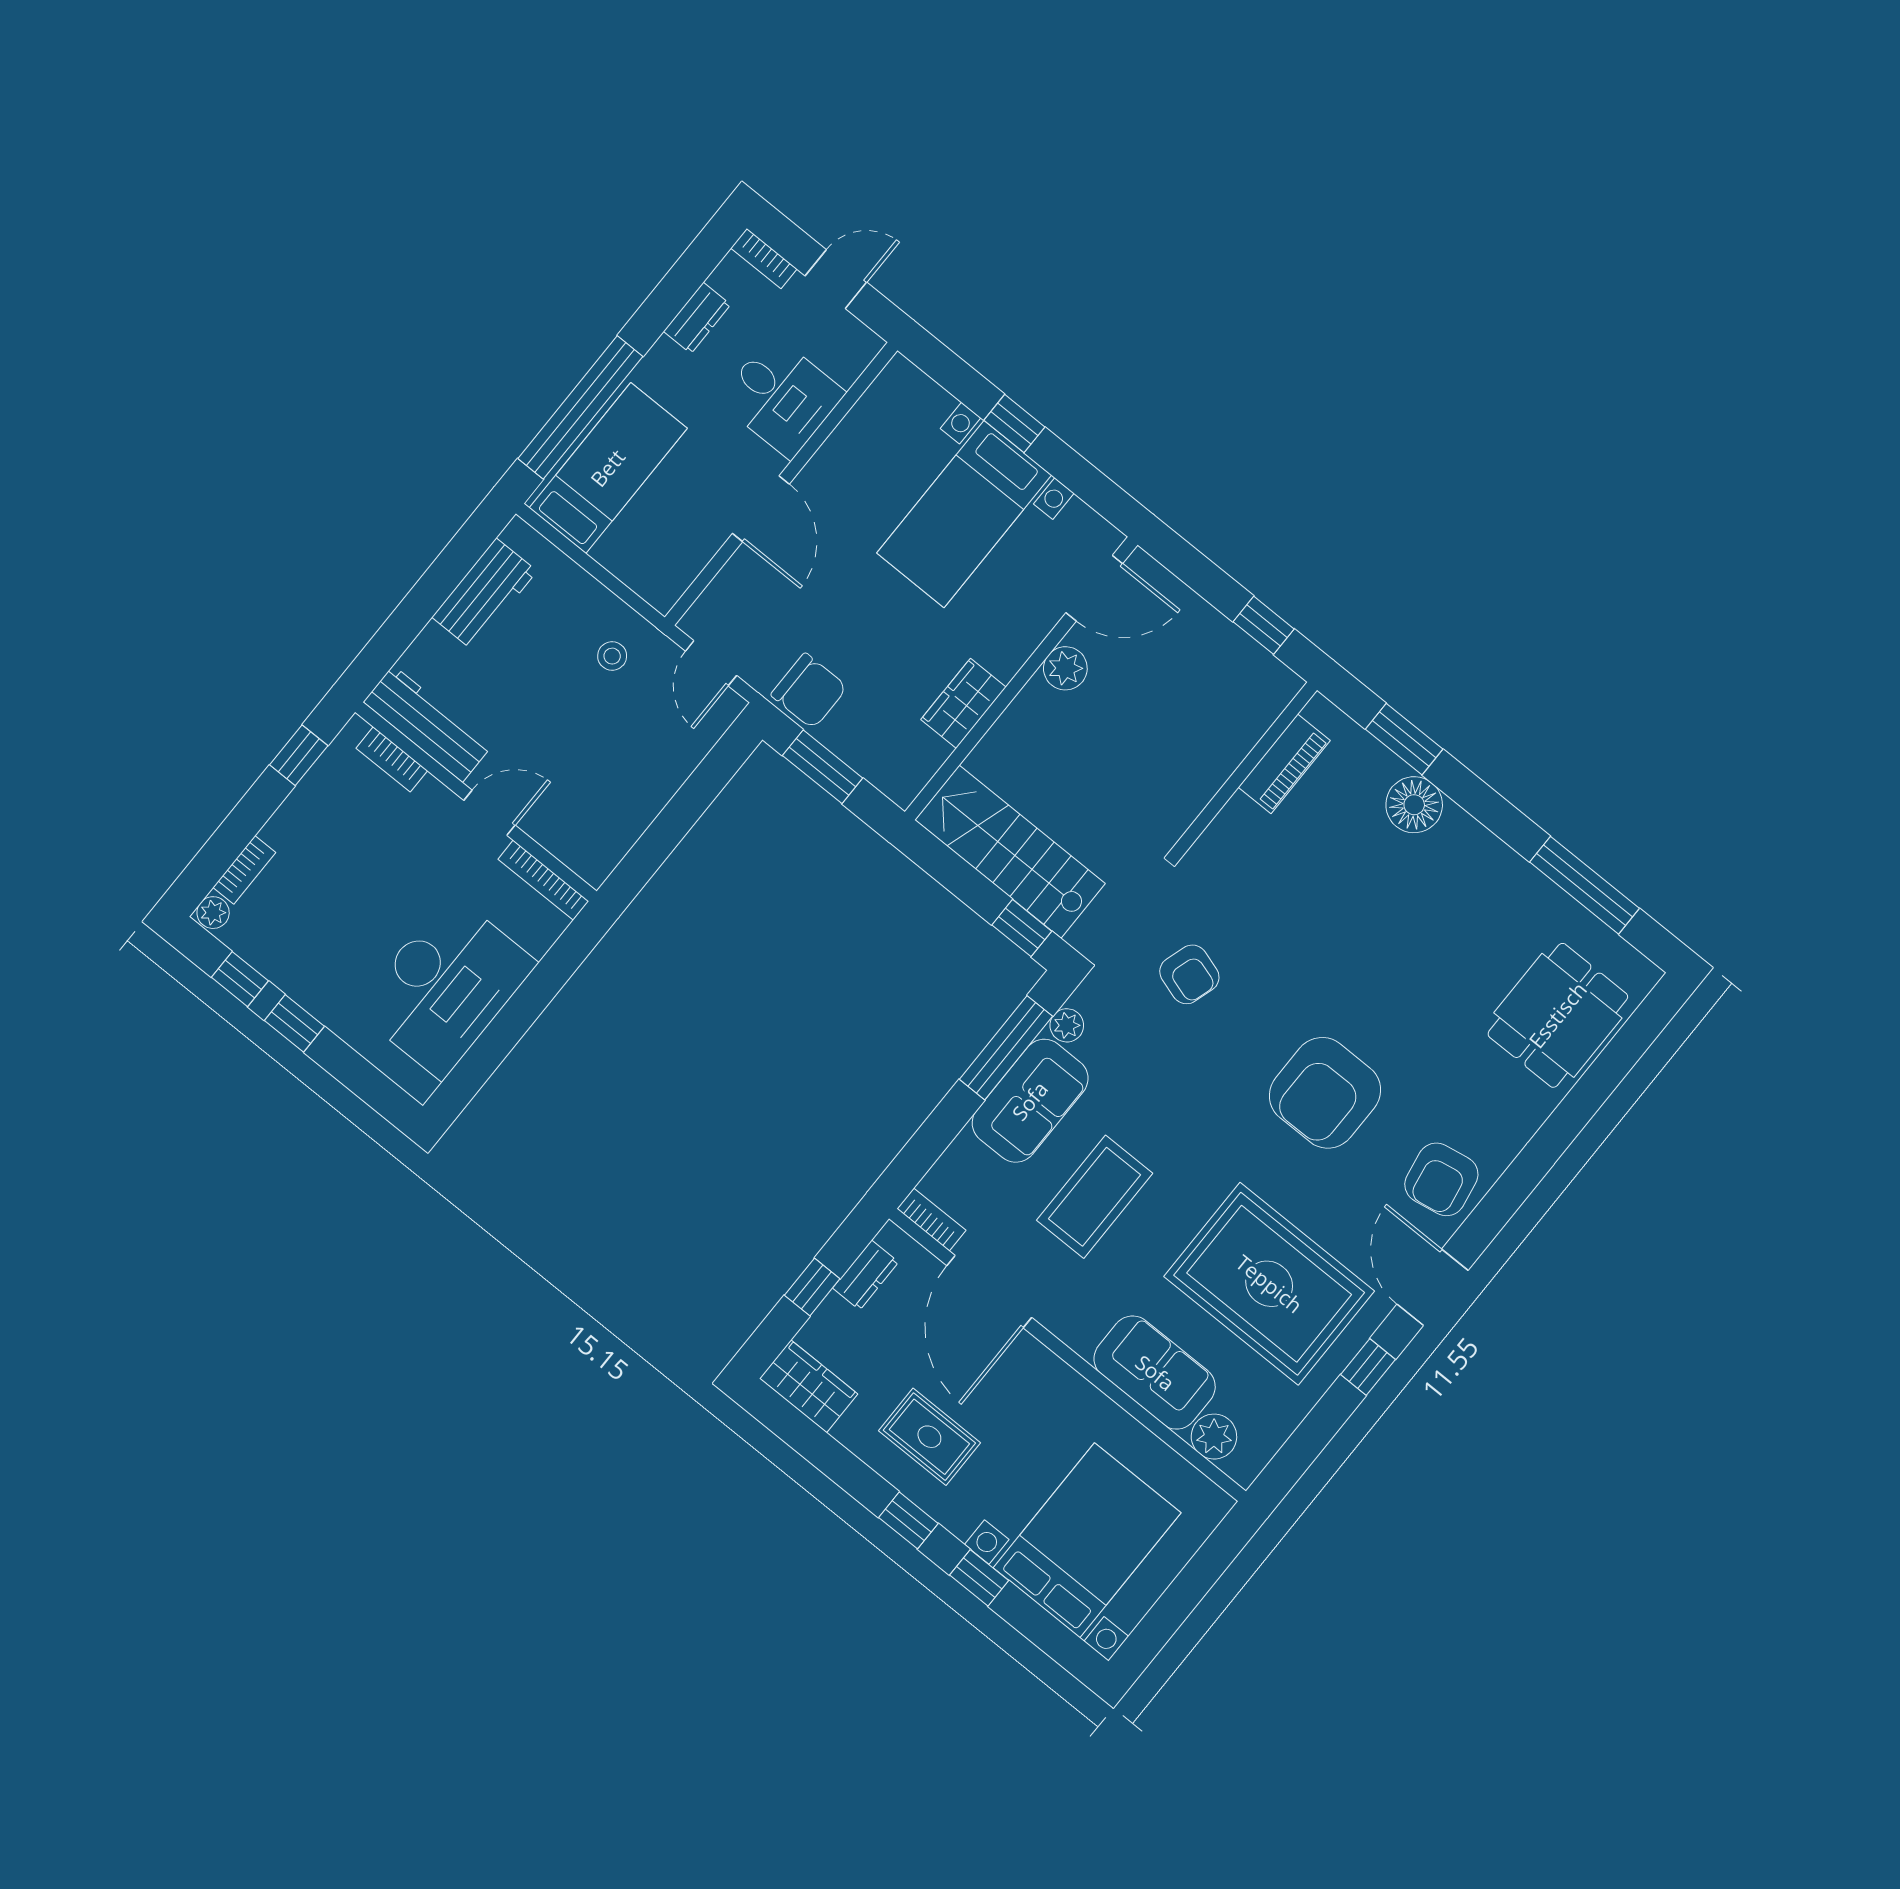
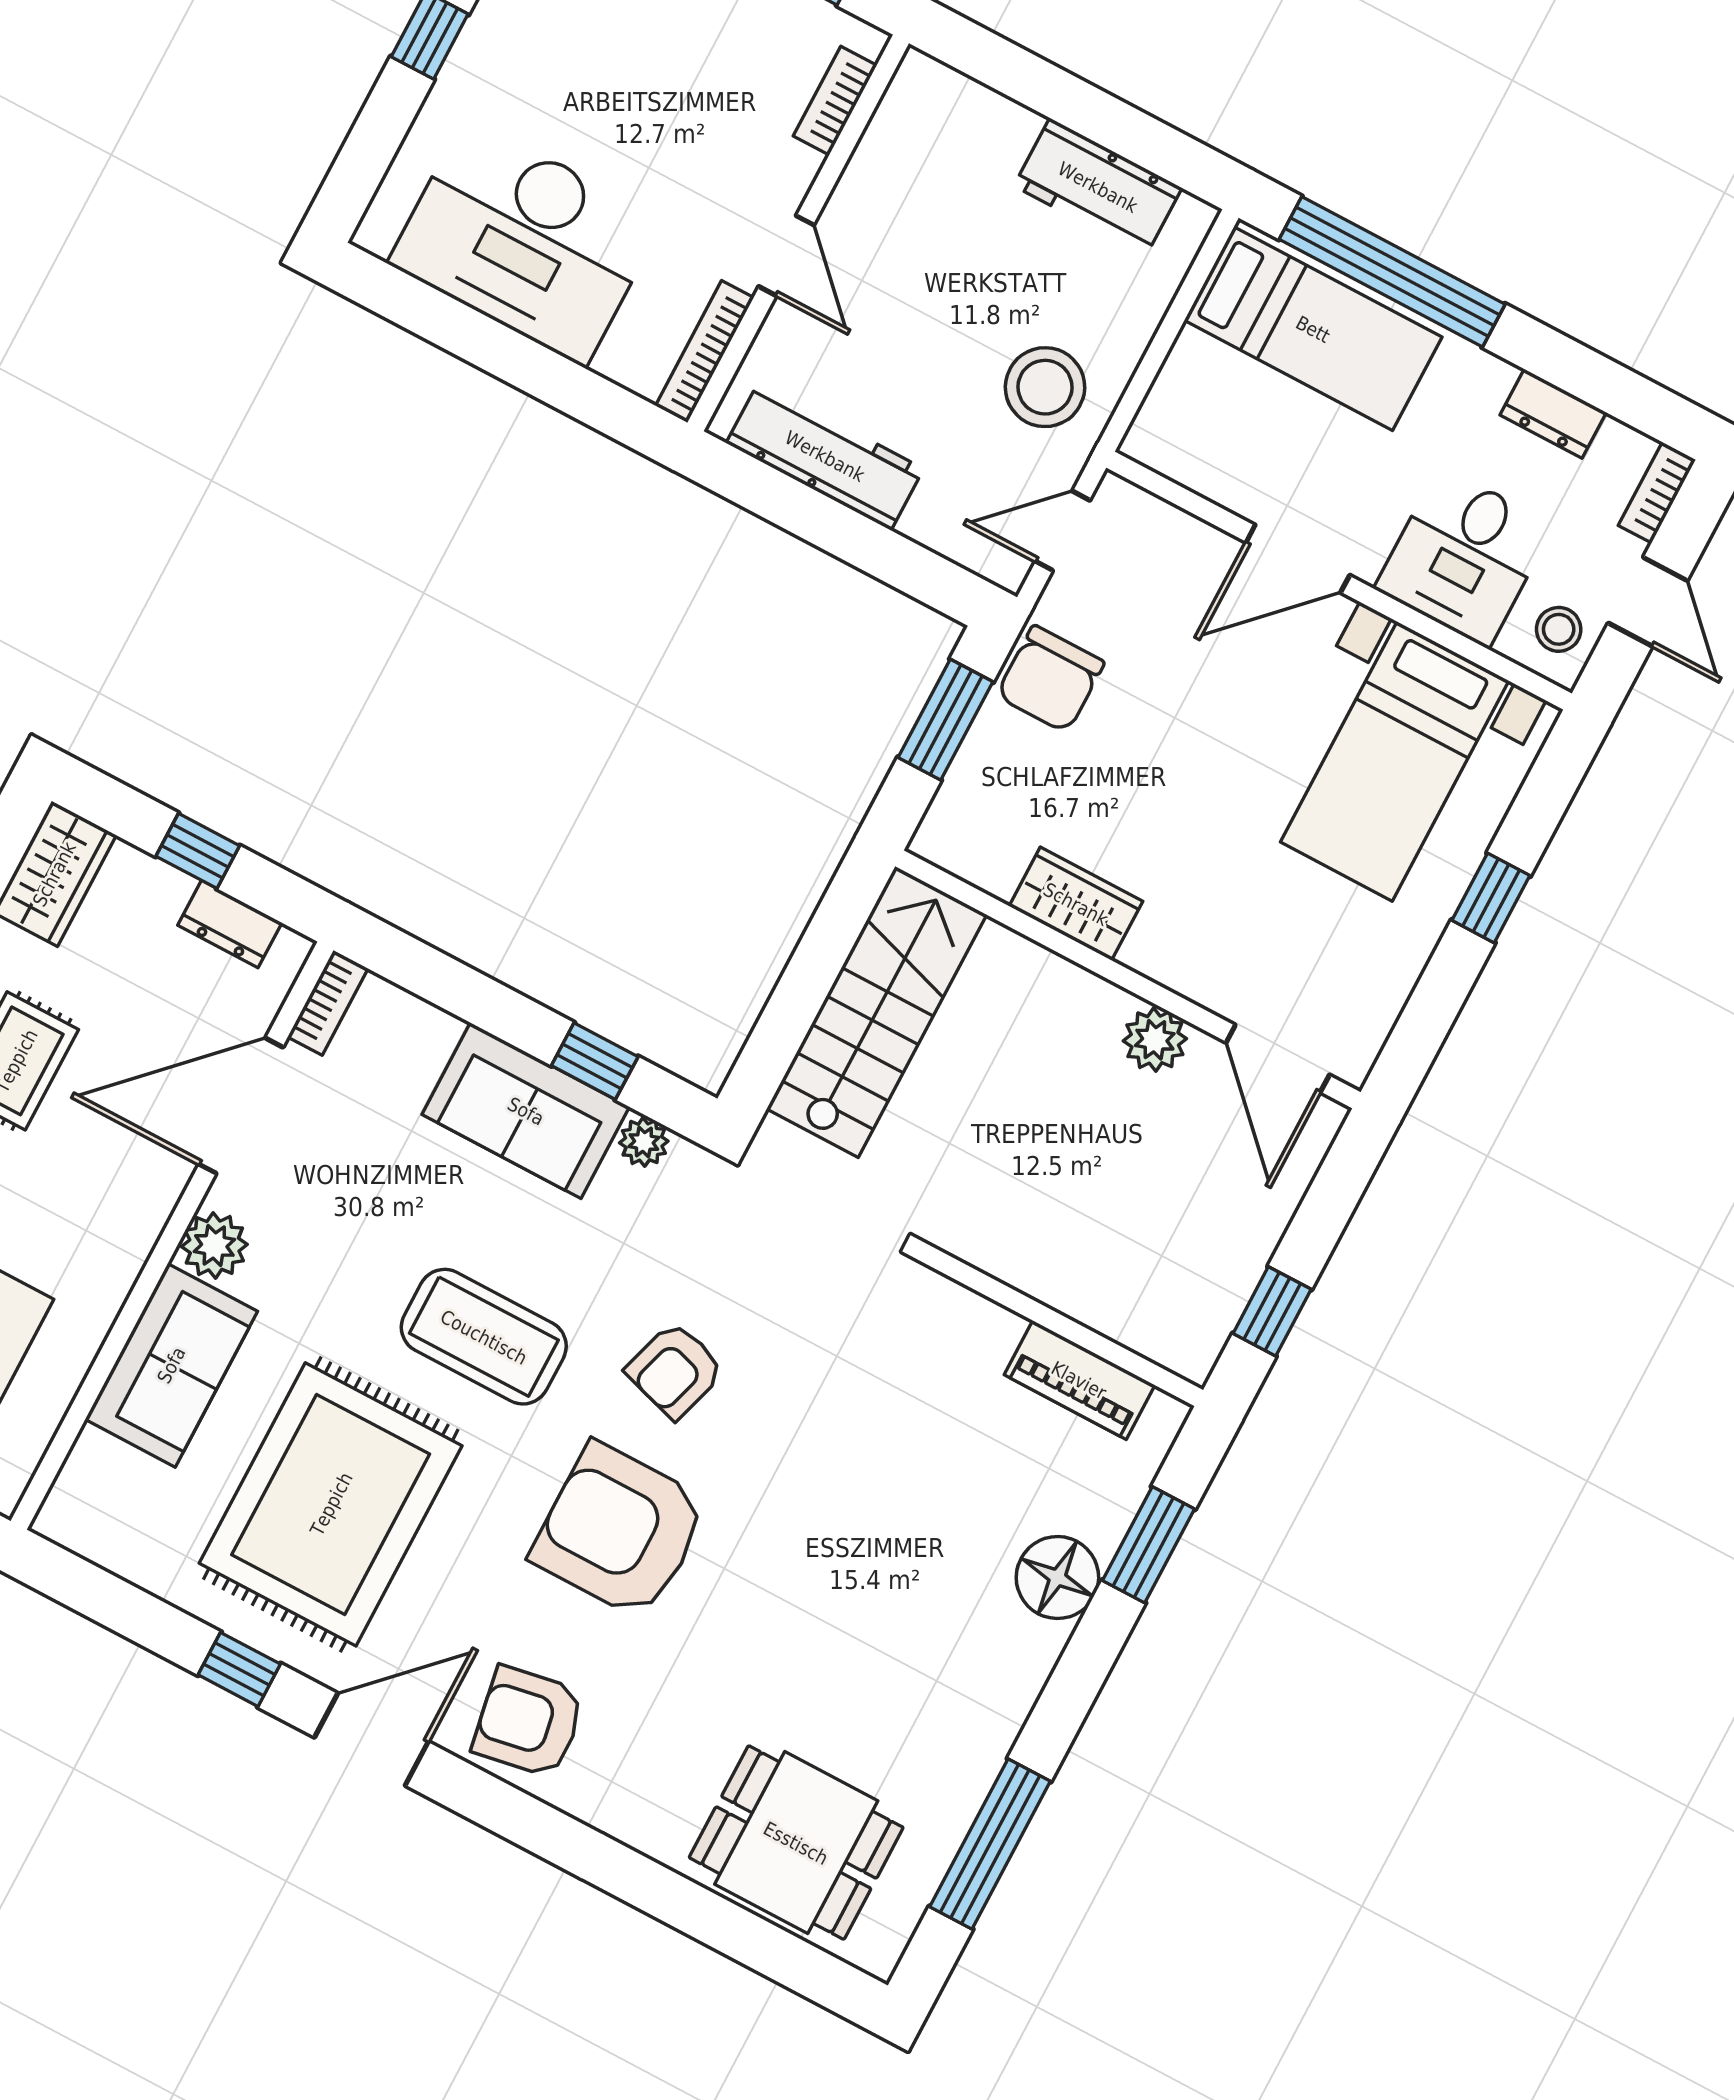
stool: (843, 343) -> (1559, 629), added
bed with nightstands: (964, 514) -> (1395, 761), moved, turned -90
stool: (612, 656) -> (1045, 387), width x1.89, depth x1.89
workbench: (428, 724) -> (825, 456), moved, turned -90
window: (1022, 928) -> (770, 1050), removed
armchair: (1189, 974) -> (675, 1370), moved
window: (1006, 1048) -> (595, 1061), width x0.46
coffee table: (1095, 1197) -> (484, 1337), moved
plant: (1214, 1437) -> (214, 1245), moved

